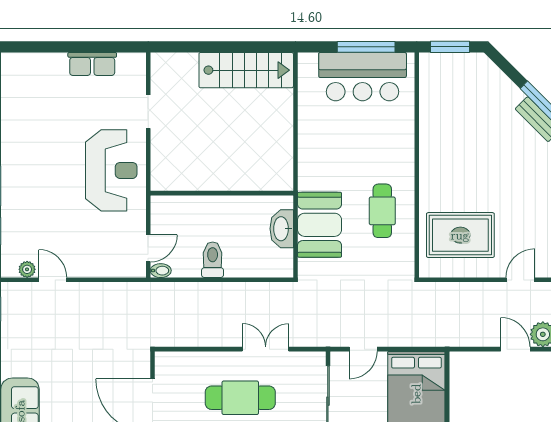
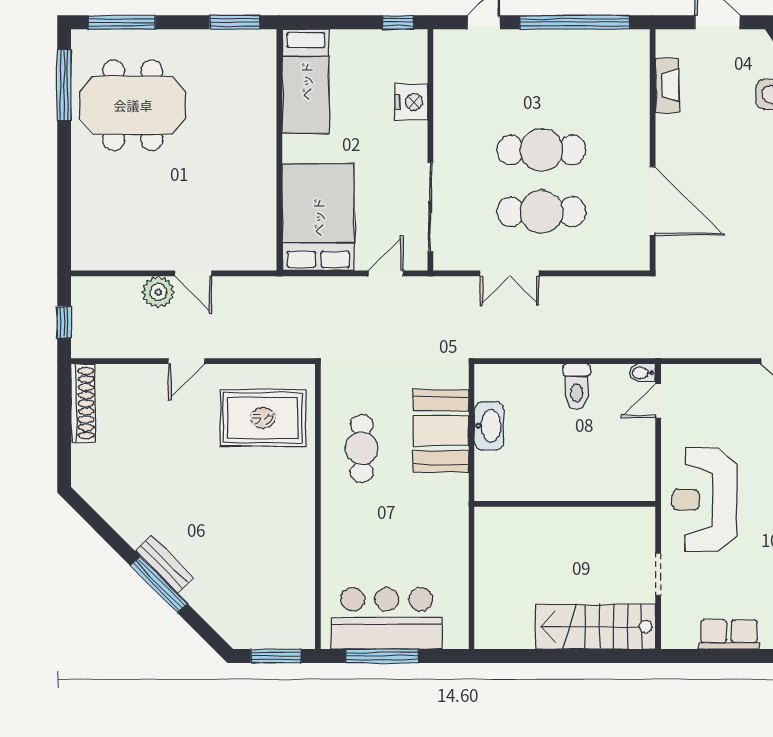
stairs: (246, 70) -> (596, 627), moved
wall: (222, 193) -> (565, 504), moved

